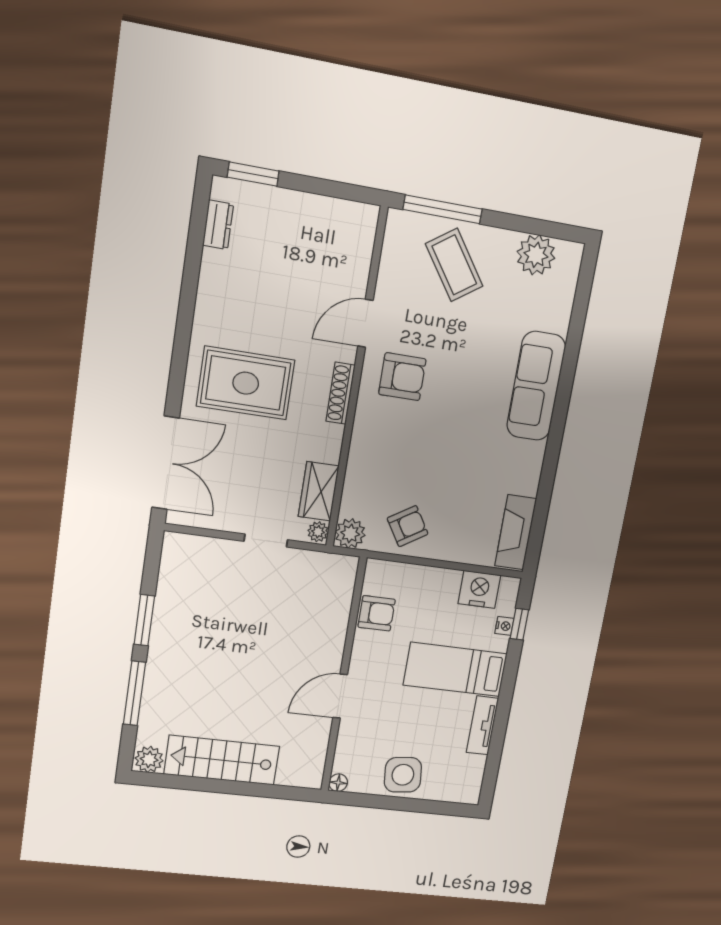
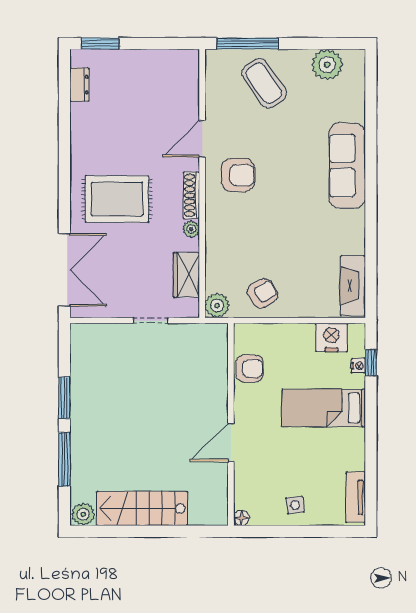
plant: (318, 532) -> (191, 229), moved
tv unit: (482, 725) -> (356, 497), moved
side table: (403, 775) -> (295, 505), width x0.54, depth x0.54

